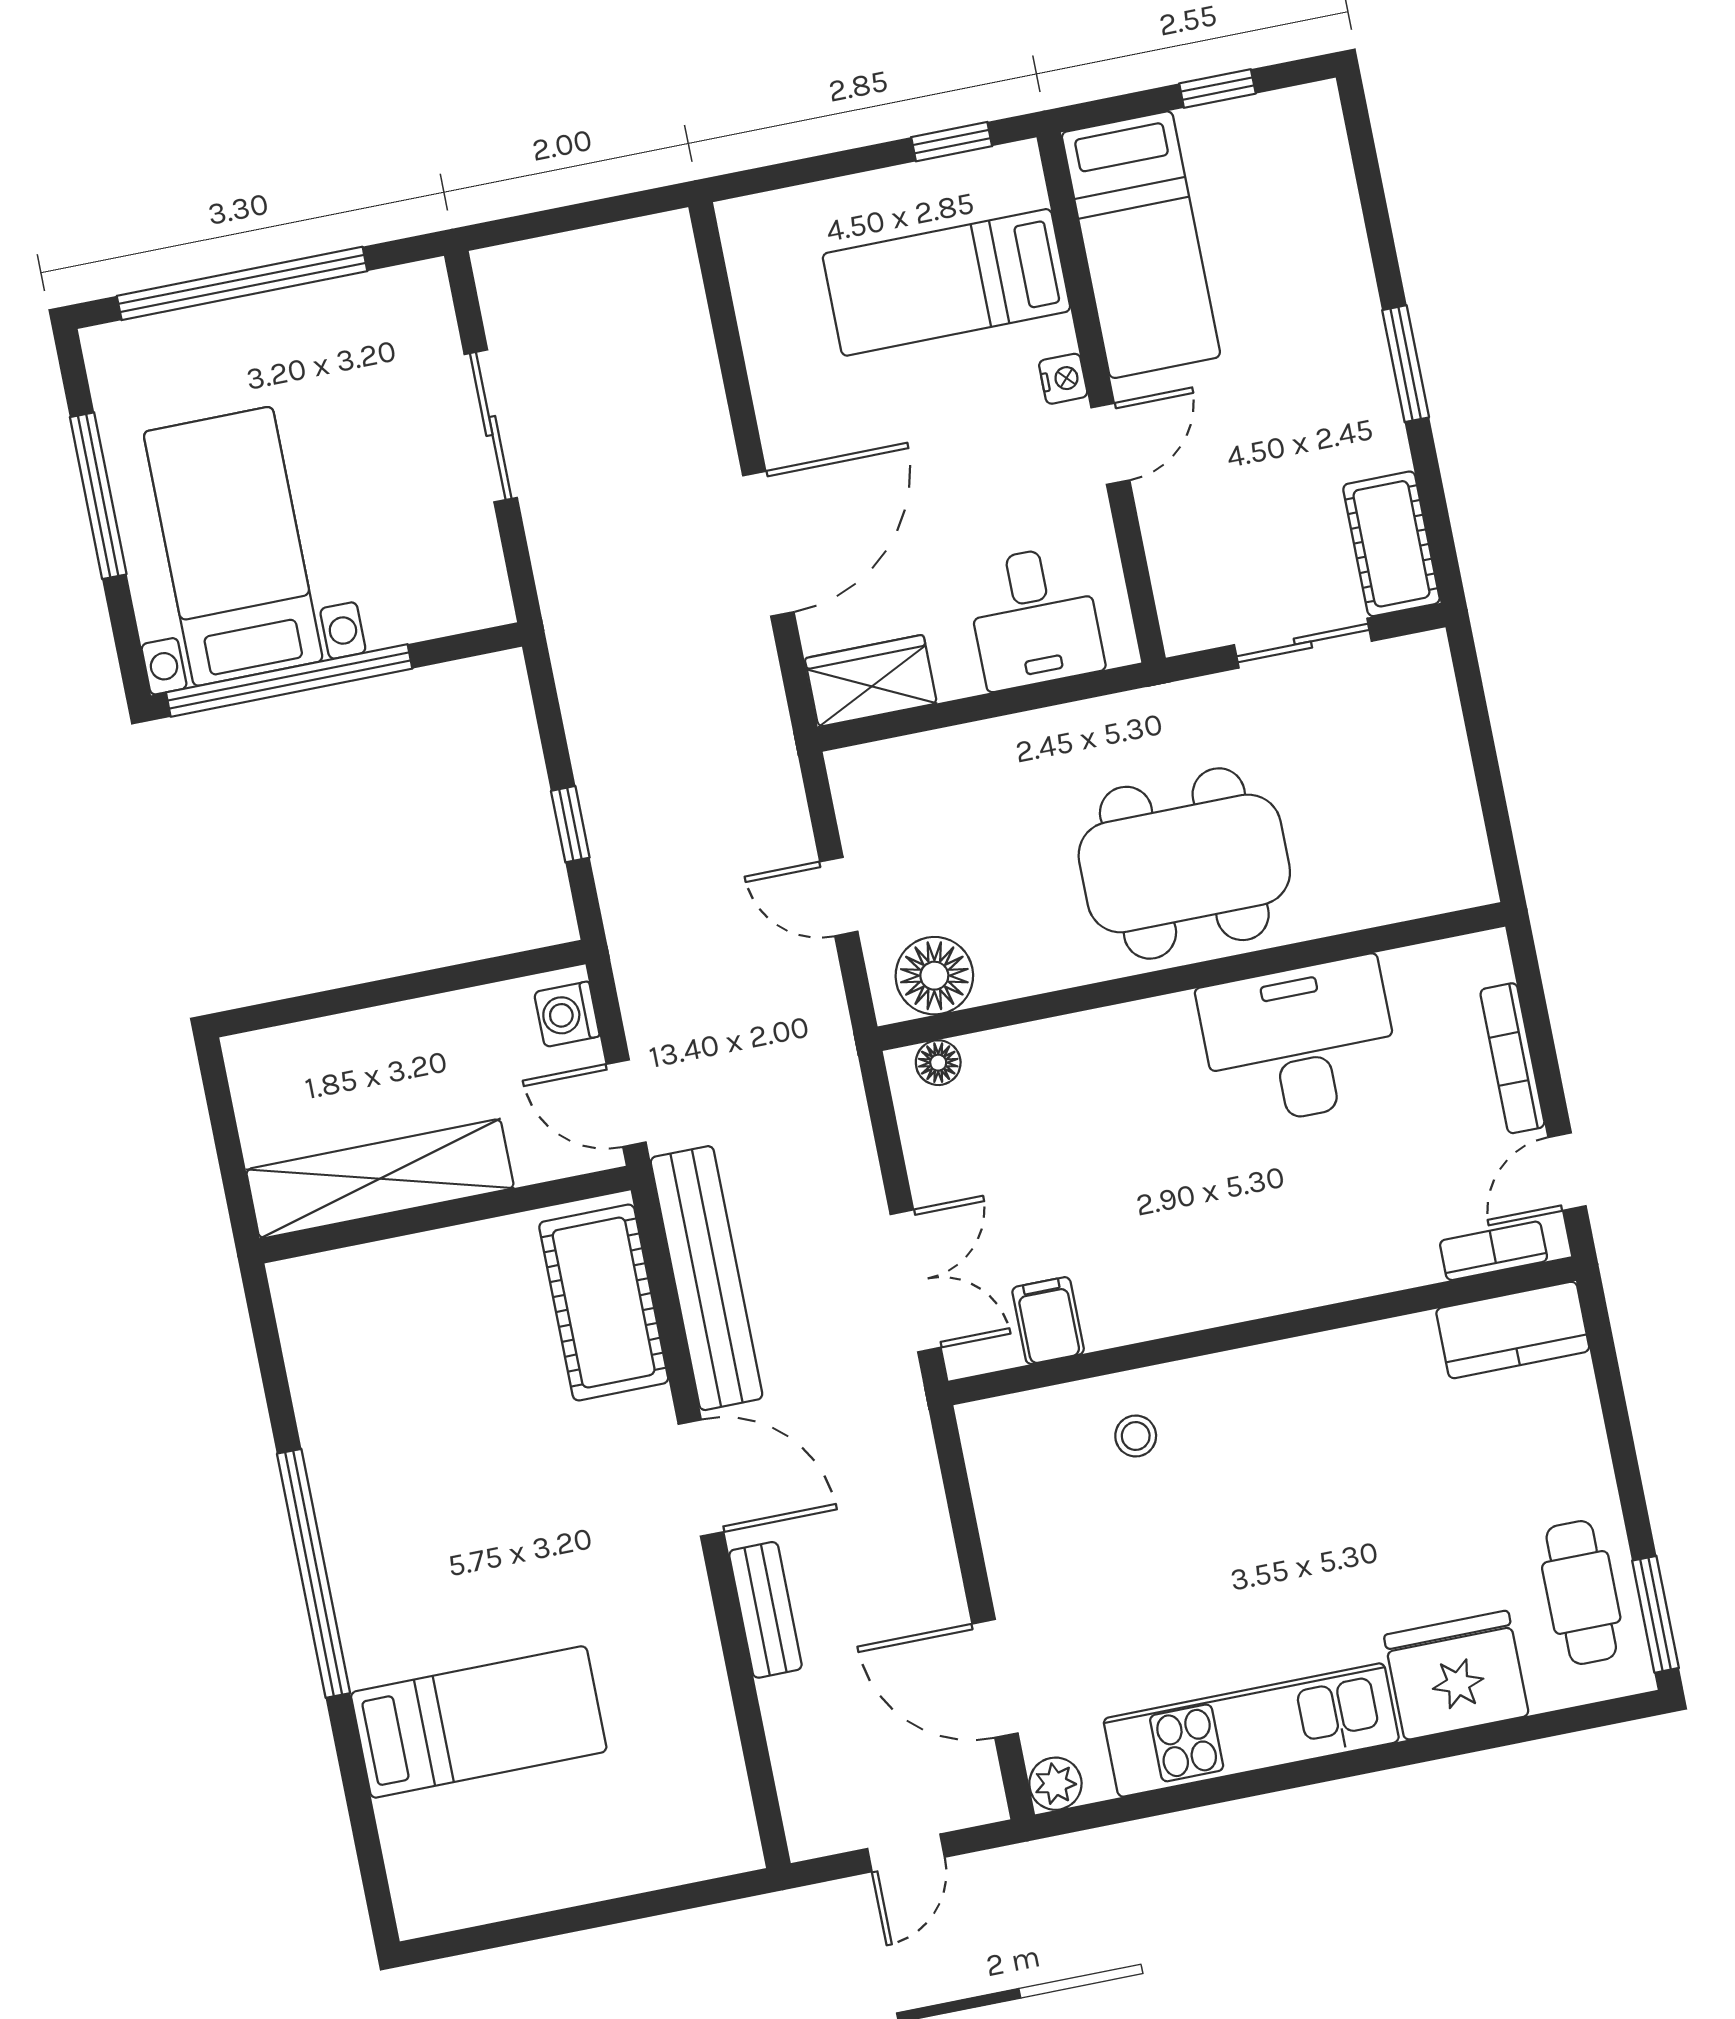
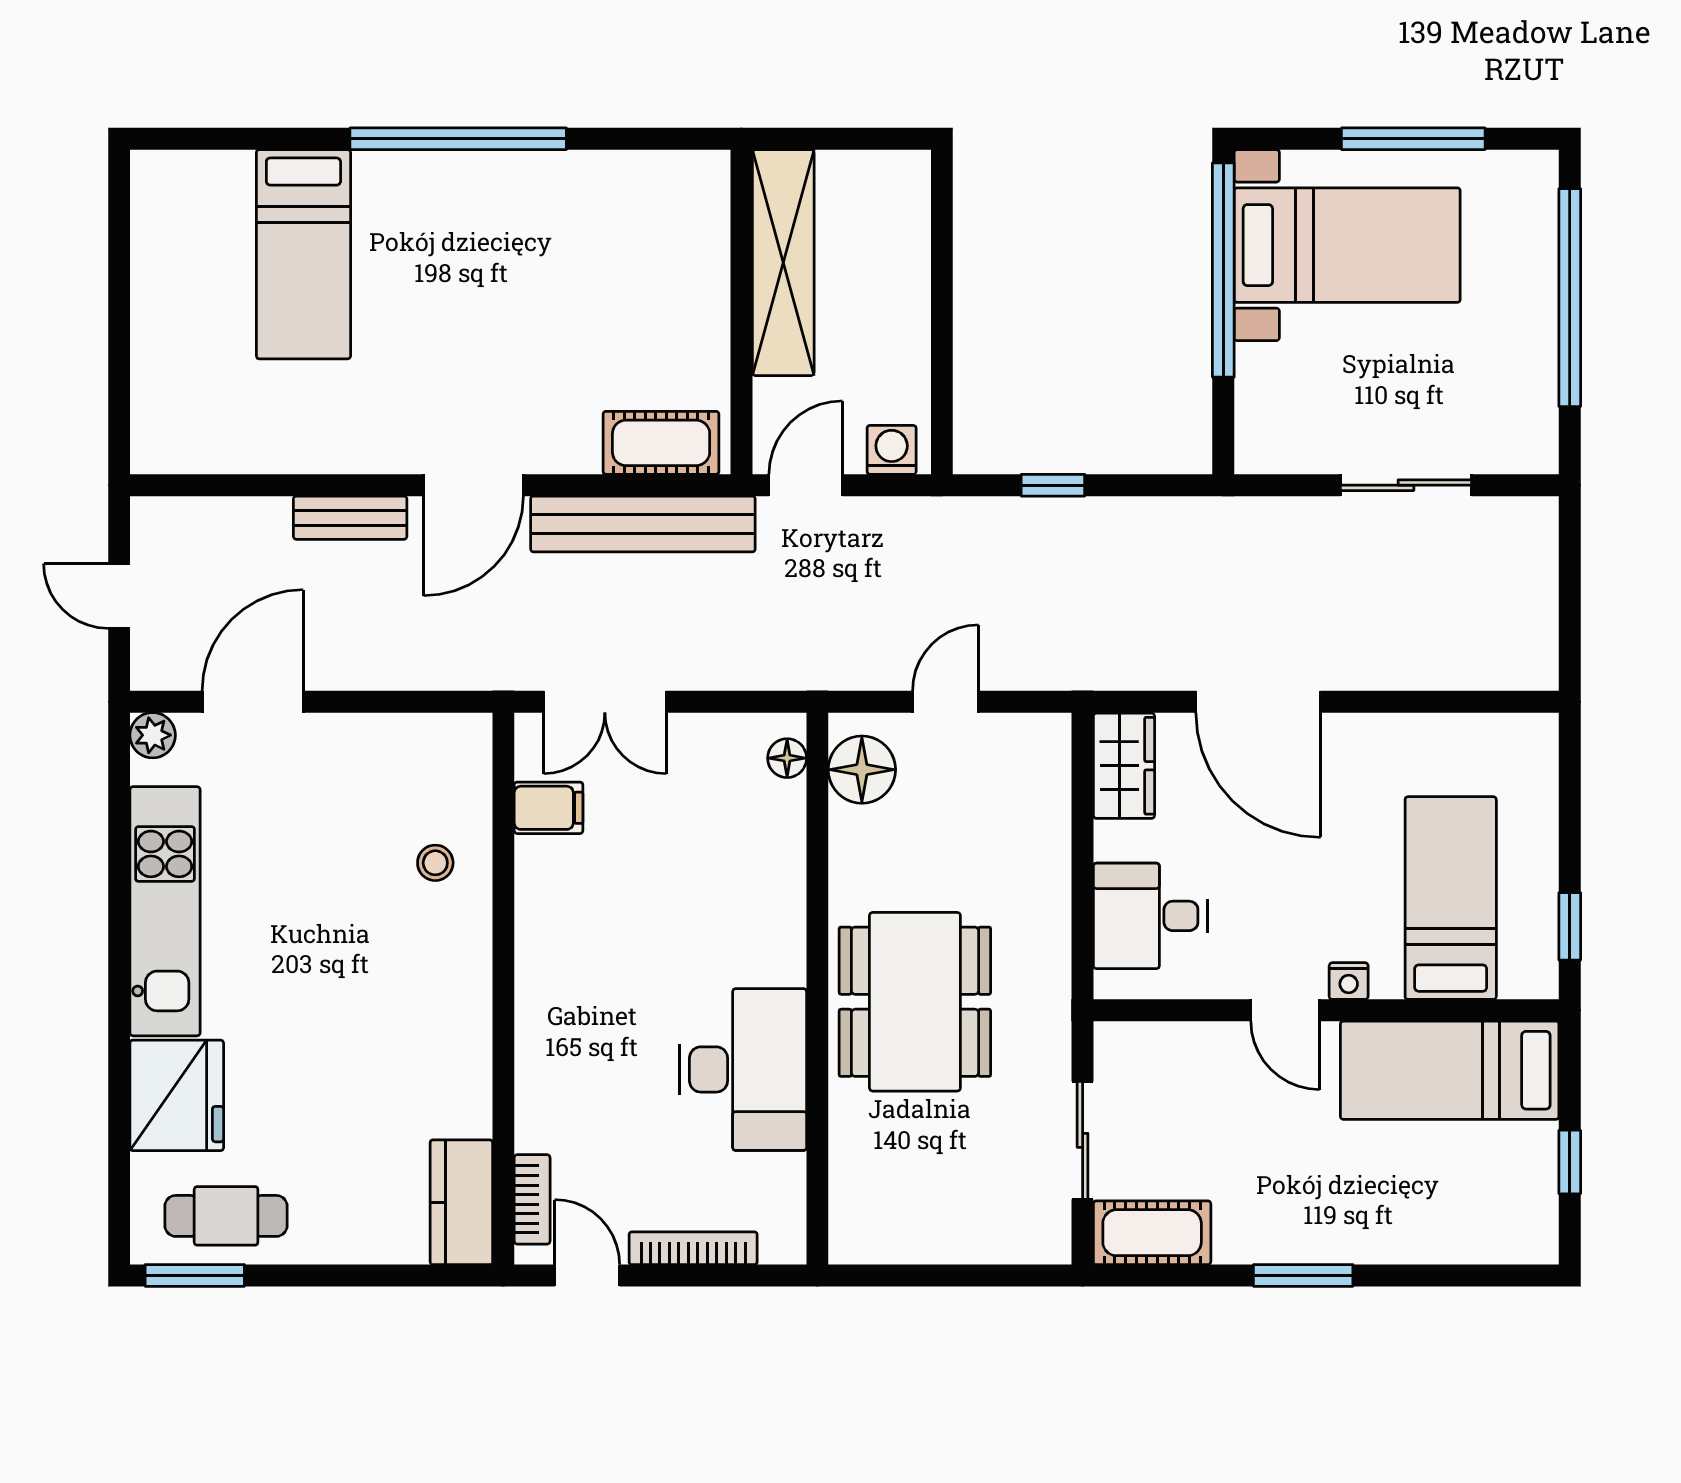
cot: (604, 1303) -> (661, 443), width x0.73, depth x0.75

